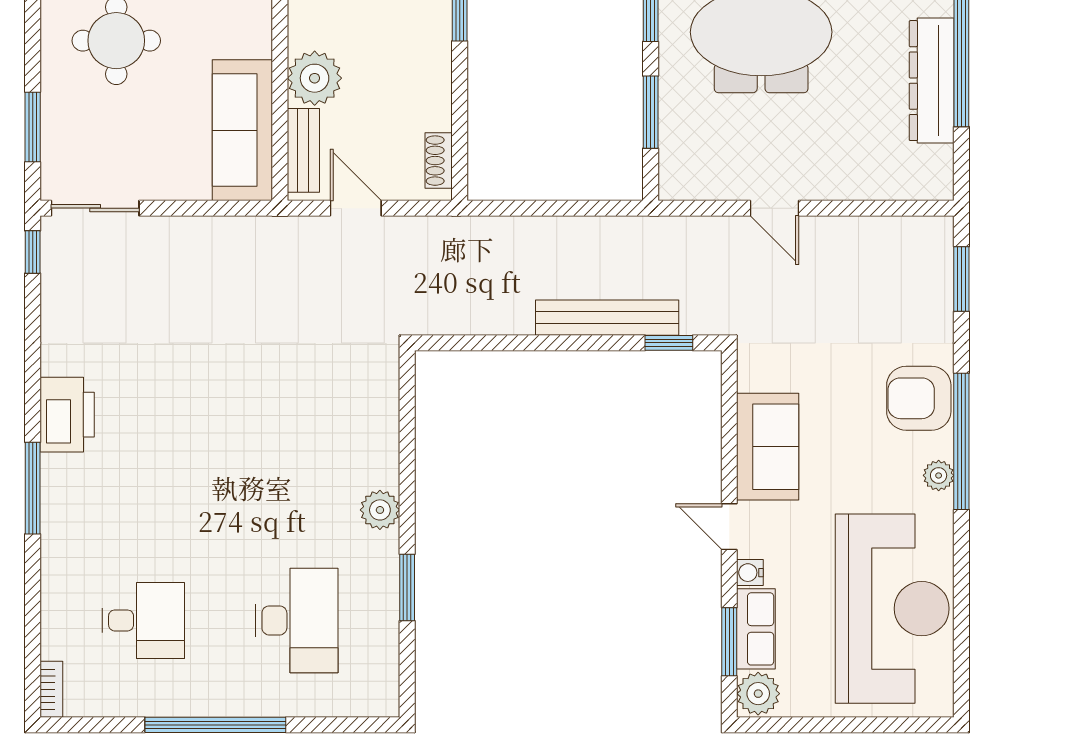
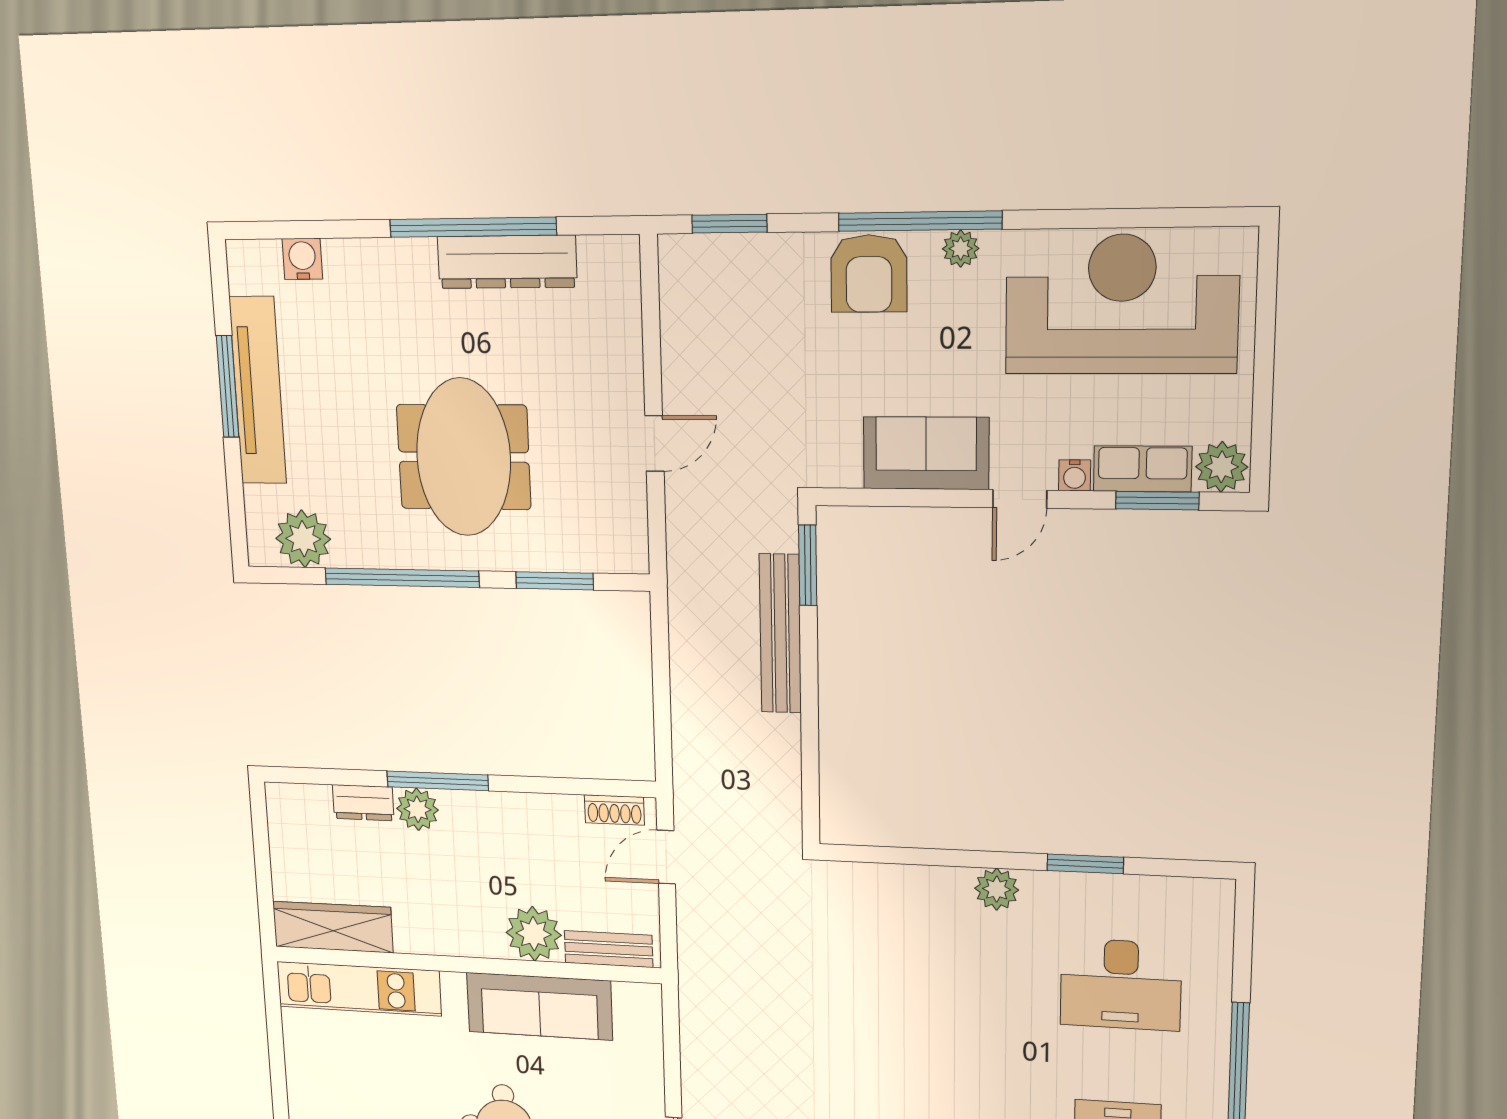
sofa: (242, 130) -> (539, 1006), moved
door: (356, 208) -> (666, 857), moved
window: (669, 343) -> (808, 565), width x1.50
desk: (297, 620) -> (1121, 984), turned 180

